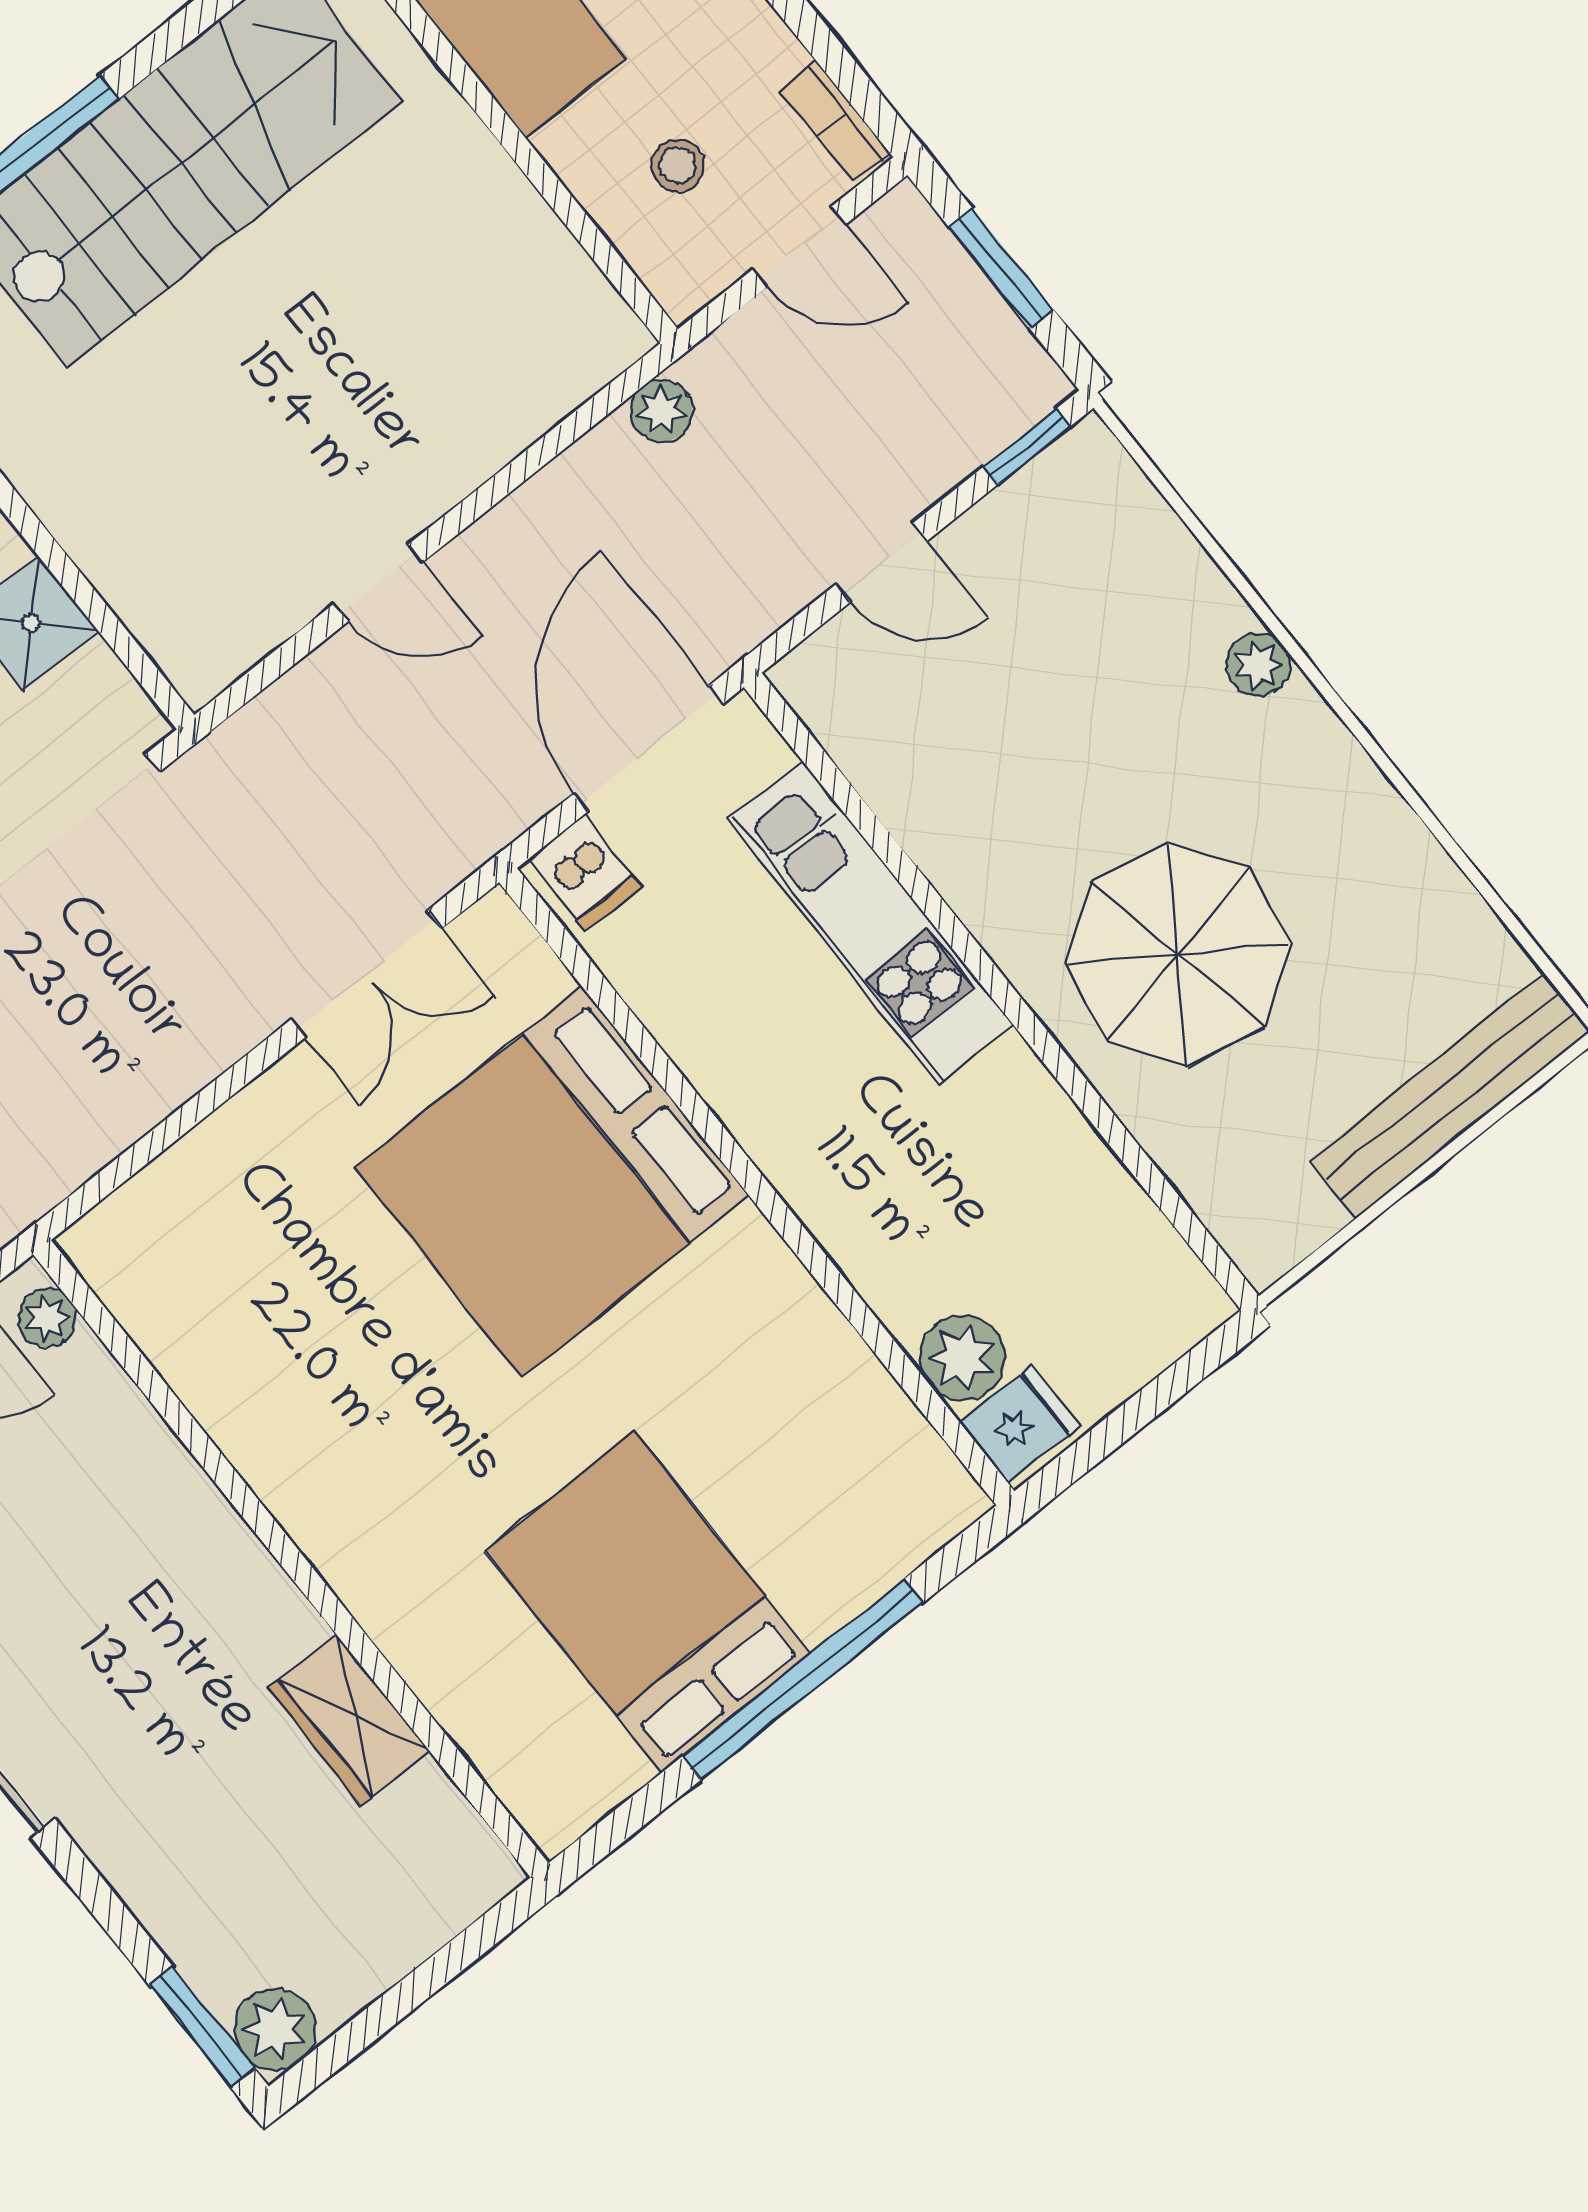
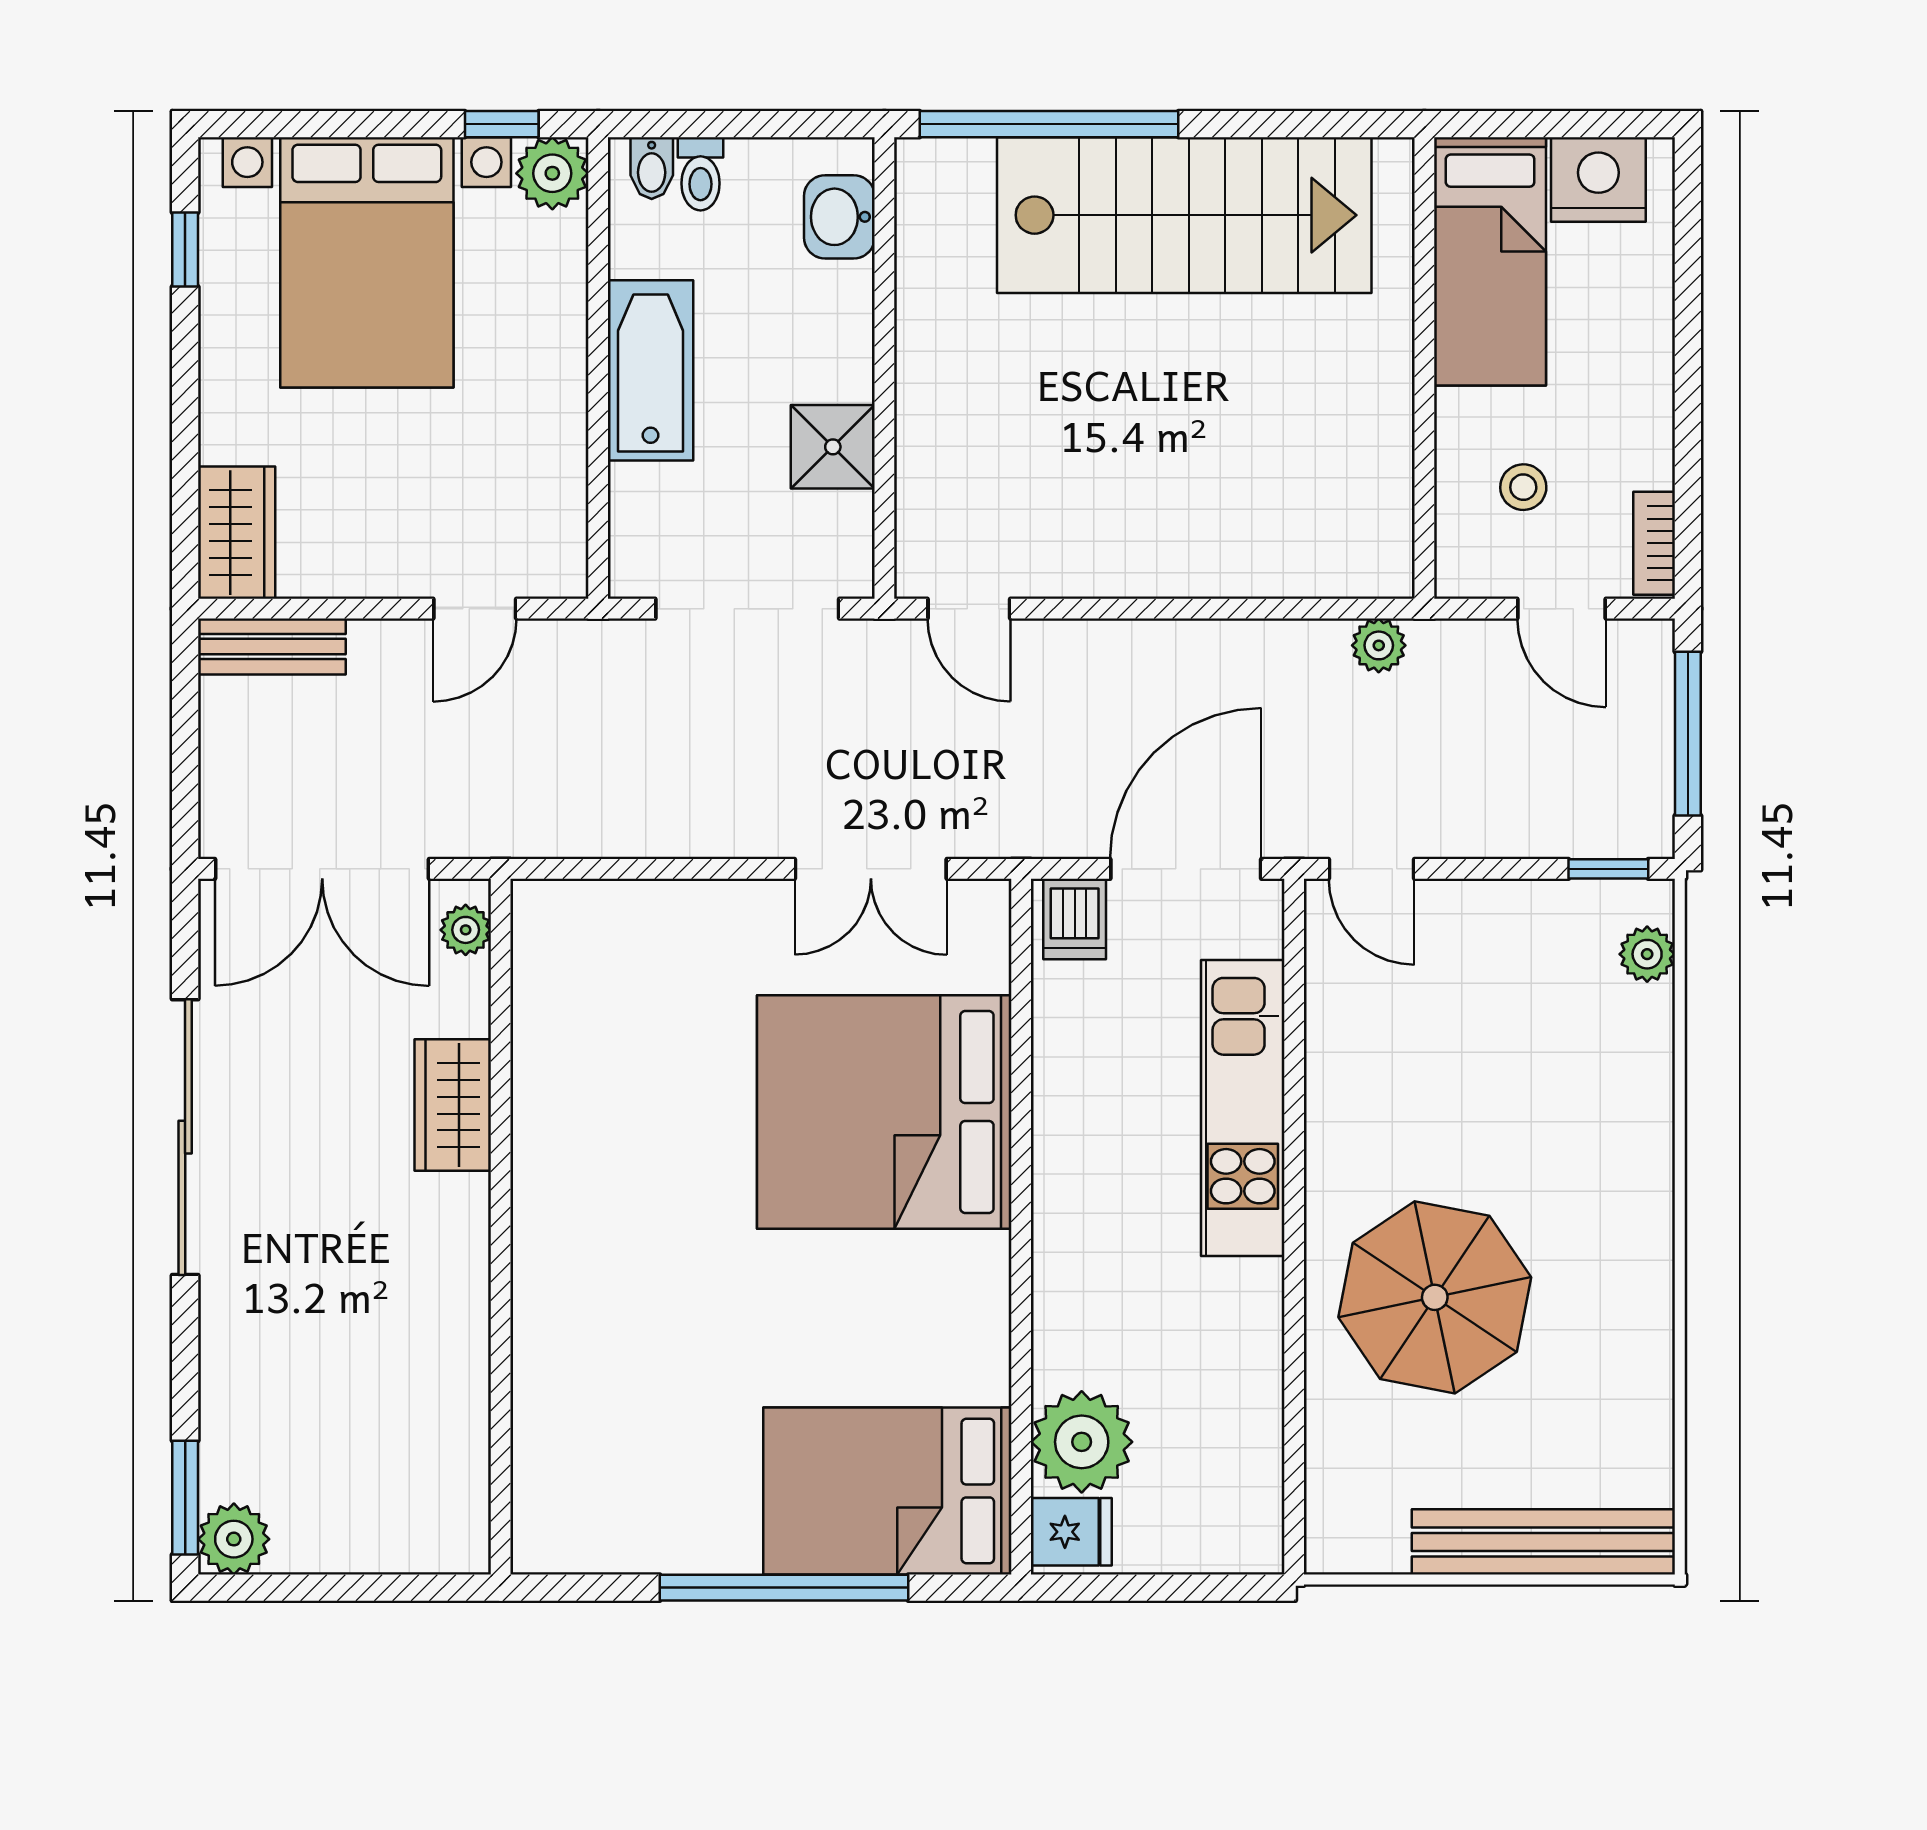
window: (1001, 269) -> (1688, 734), width x1.44
door: (882, 563) -> (1372, 869), moved
door: (378, 583) -> (969, 609), moved
plant: (1258, 665) -> (1647, 954), moved
plant: (962, 1358) -> (1082, 1442), width x1.36, depth x1.36
bed: (648, 1602) -> (887, 1491), moved, turned -90
wardrobe: (349, 1720) -> (453, 1105), moved

